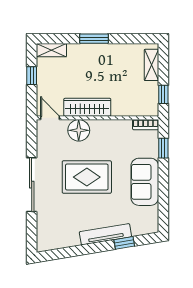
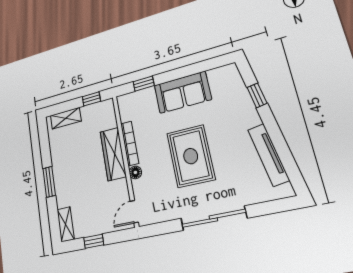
wardrobe: (87, 107) -> (113, 154), moved
bookcase: (146, 125) -> (130, 143), moved, width x1.56
floor lamp: (79, 130) -> (135, 172), width x0.53, depth x0.53
tv unit: (105, 234) -> (268, 155), moved

